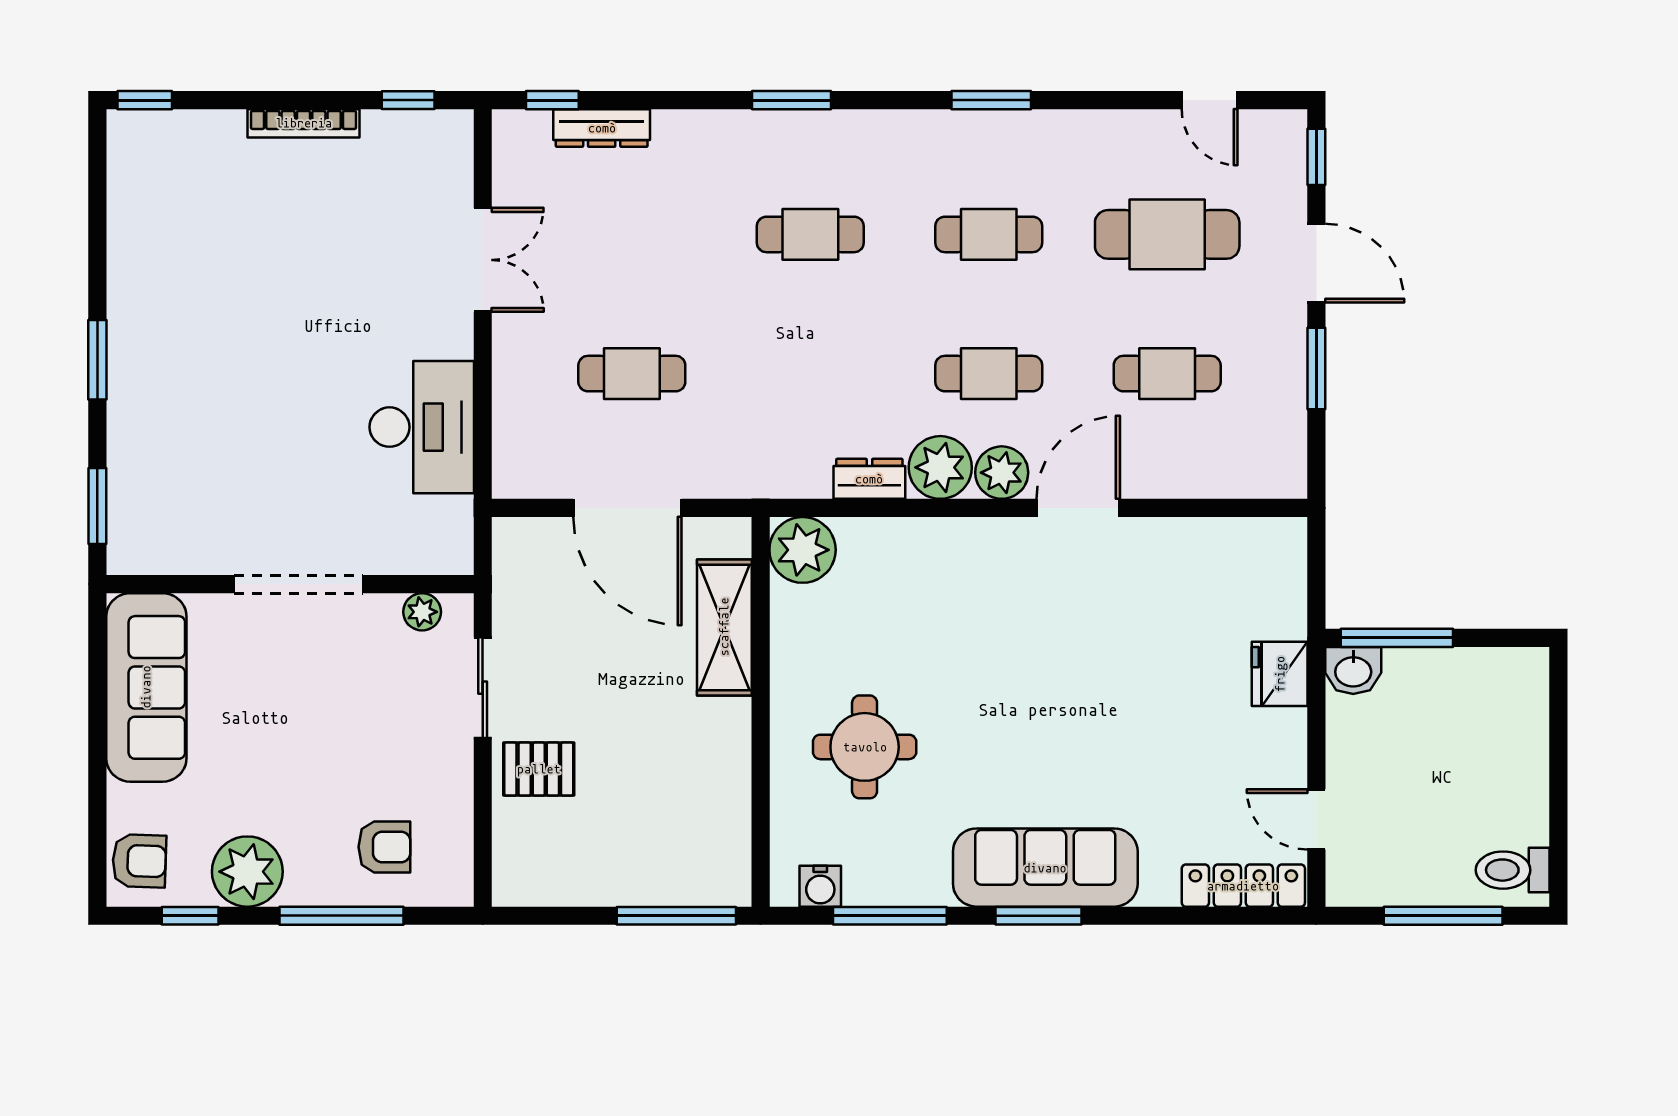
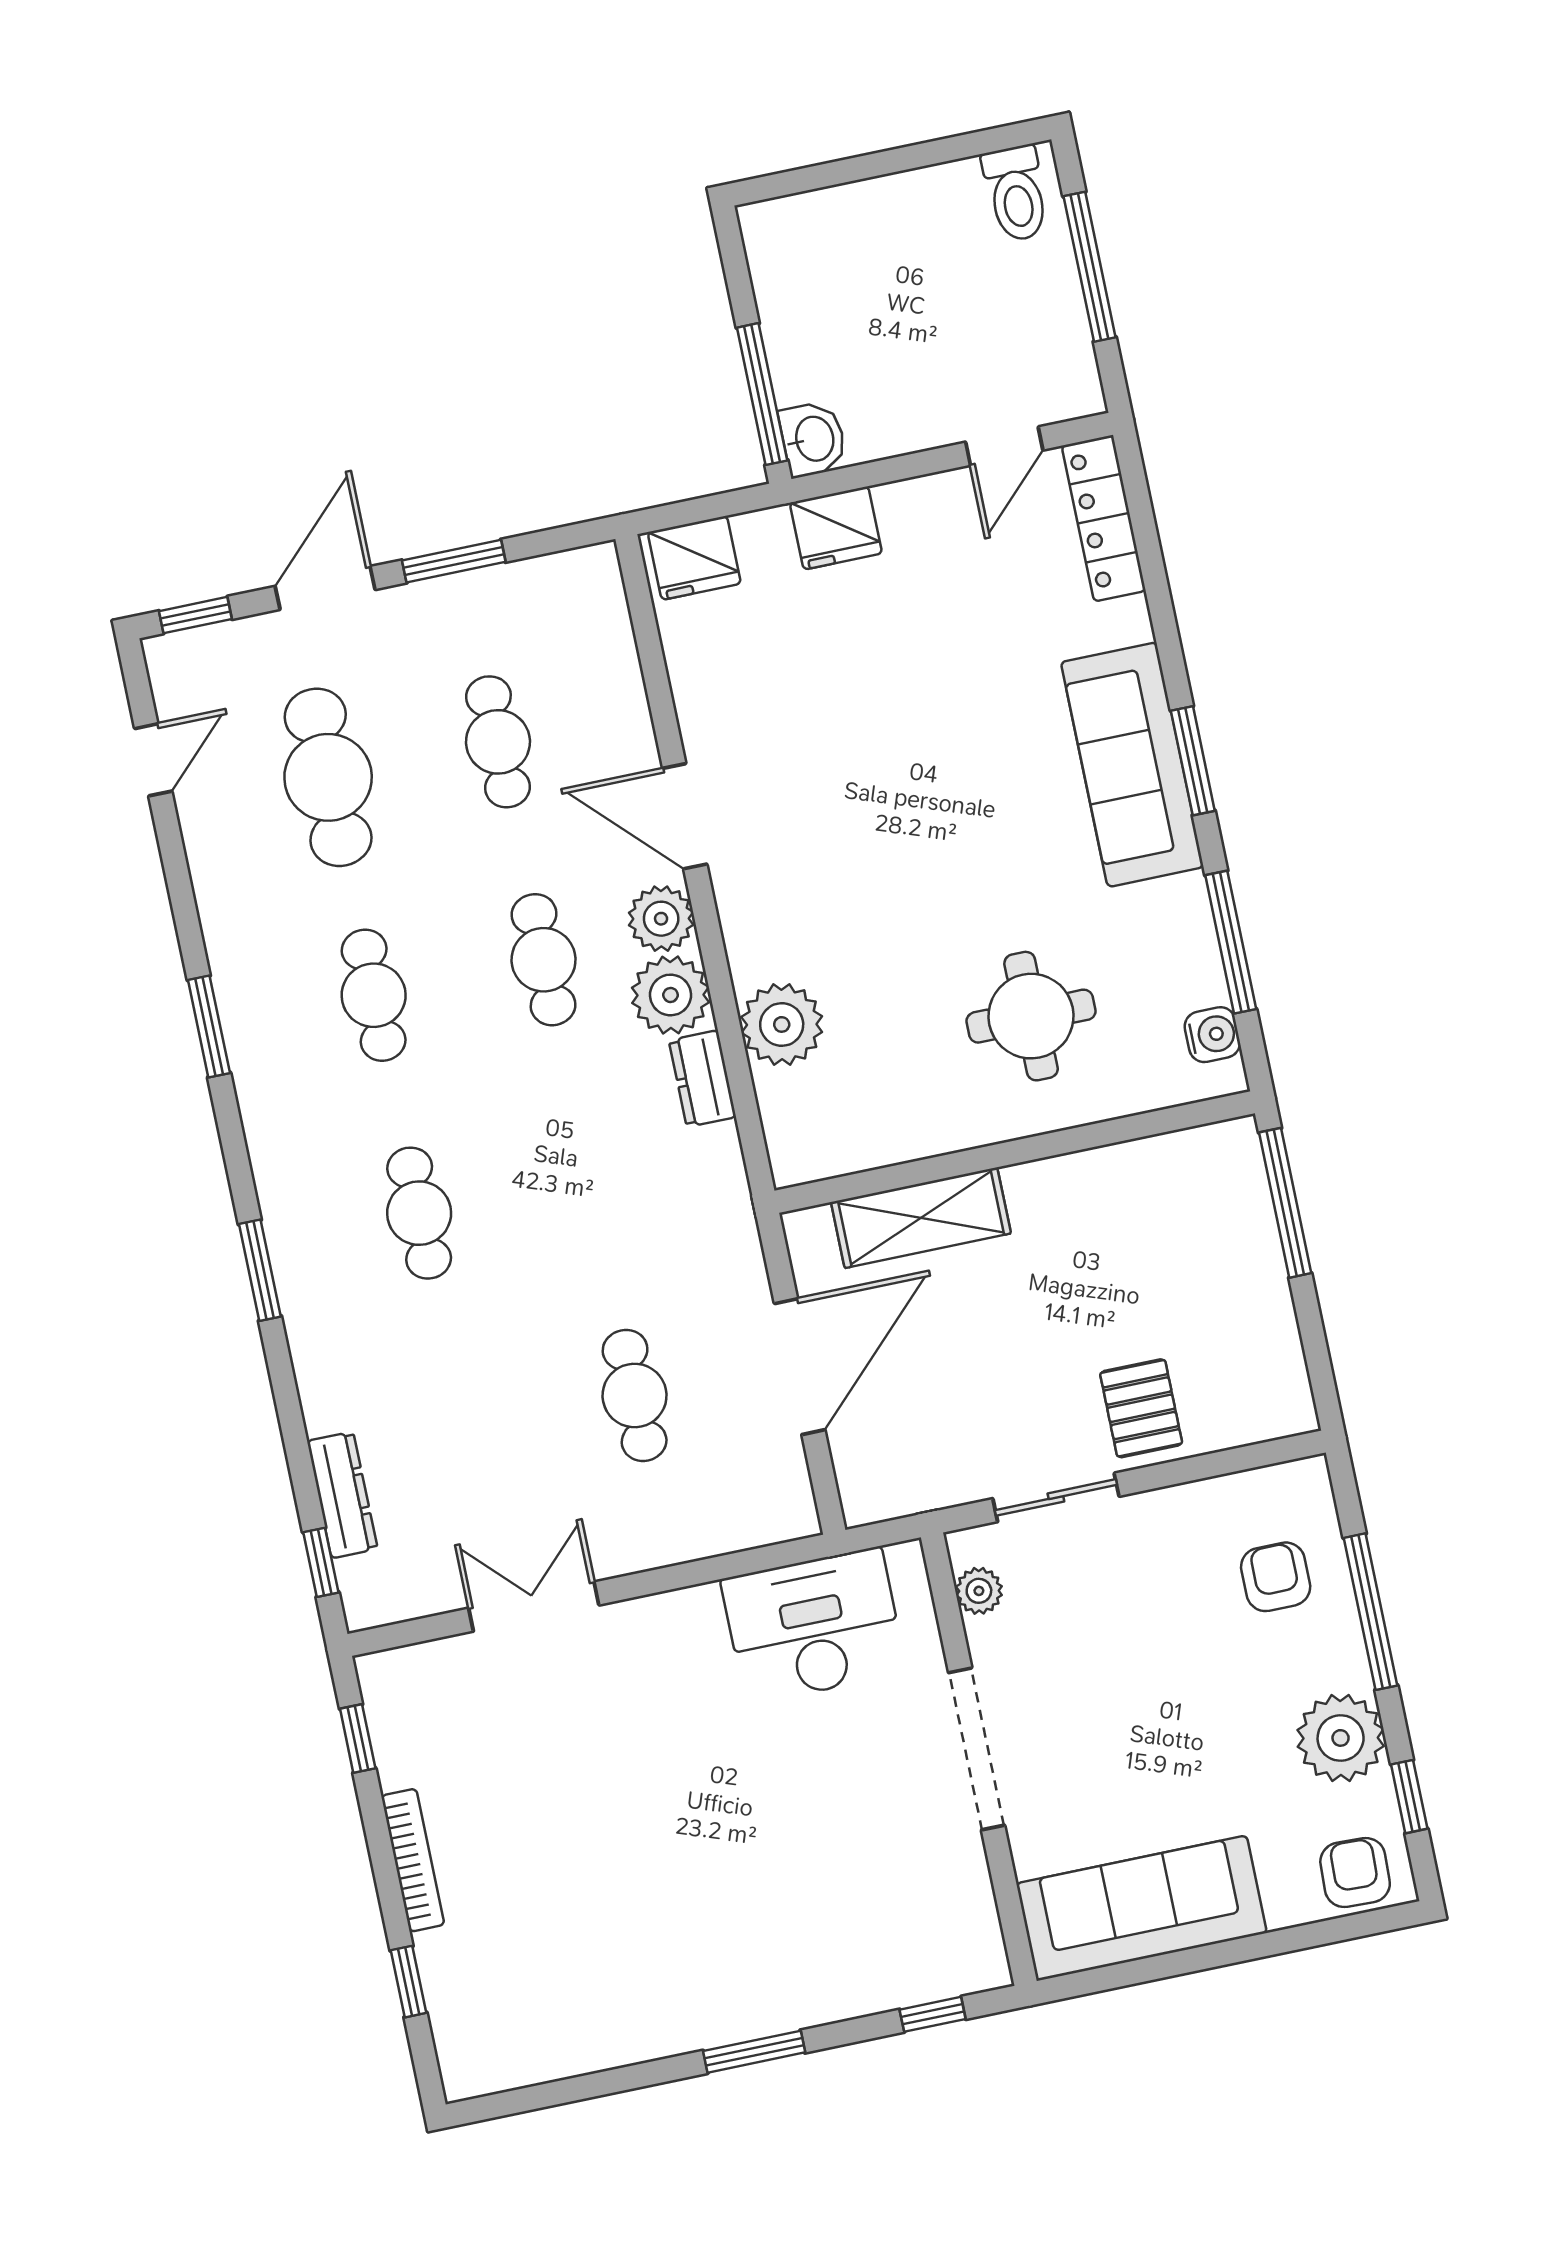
window: (145, 100) -> (408, 1982), moved
desk: (422, 427) -> (814, 1626), moved
window: (97, 506) -> (933, 2014), width x0.67
plant: (803, 550) -> (782, 1024), moved
fridge: (1279, 558) -> (694, 558), added

